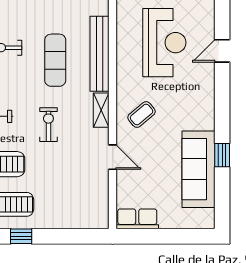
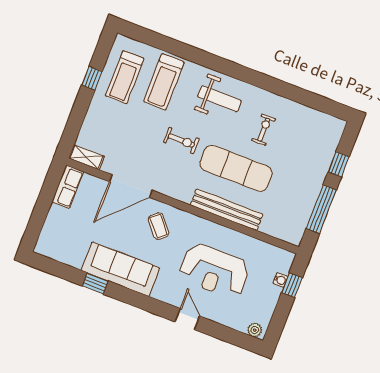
exercise mat: (55, 60) -> (236, 168), width x1.36, depth x1.45
shelving: (101, 110) -> (86, 157), moved
door: (113, 157) -> (131, 186), width x1.87
sofa: (198, 169) -> (120, 269), moved

